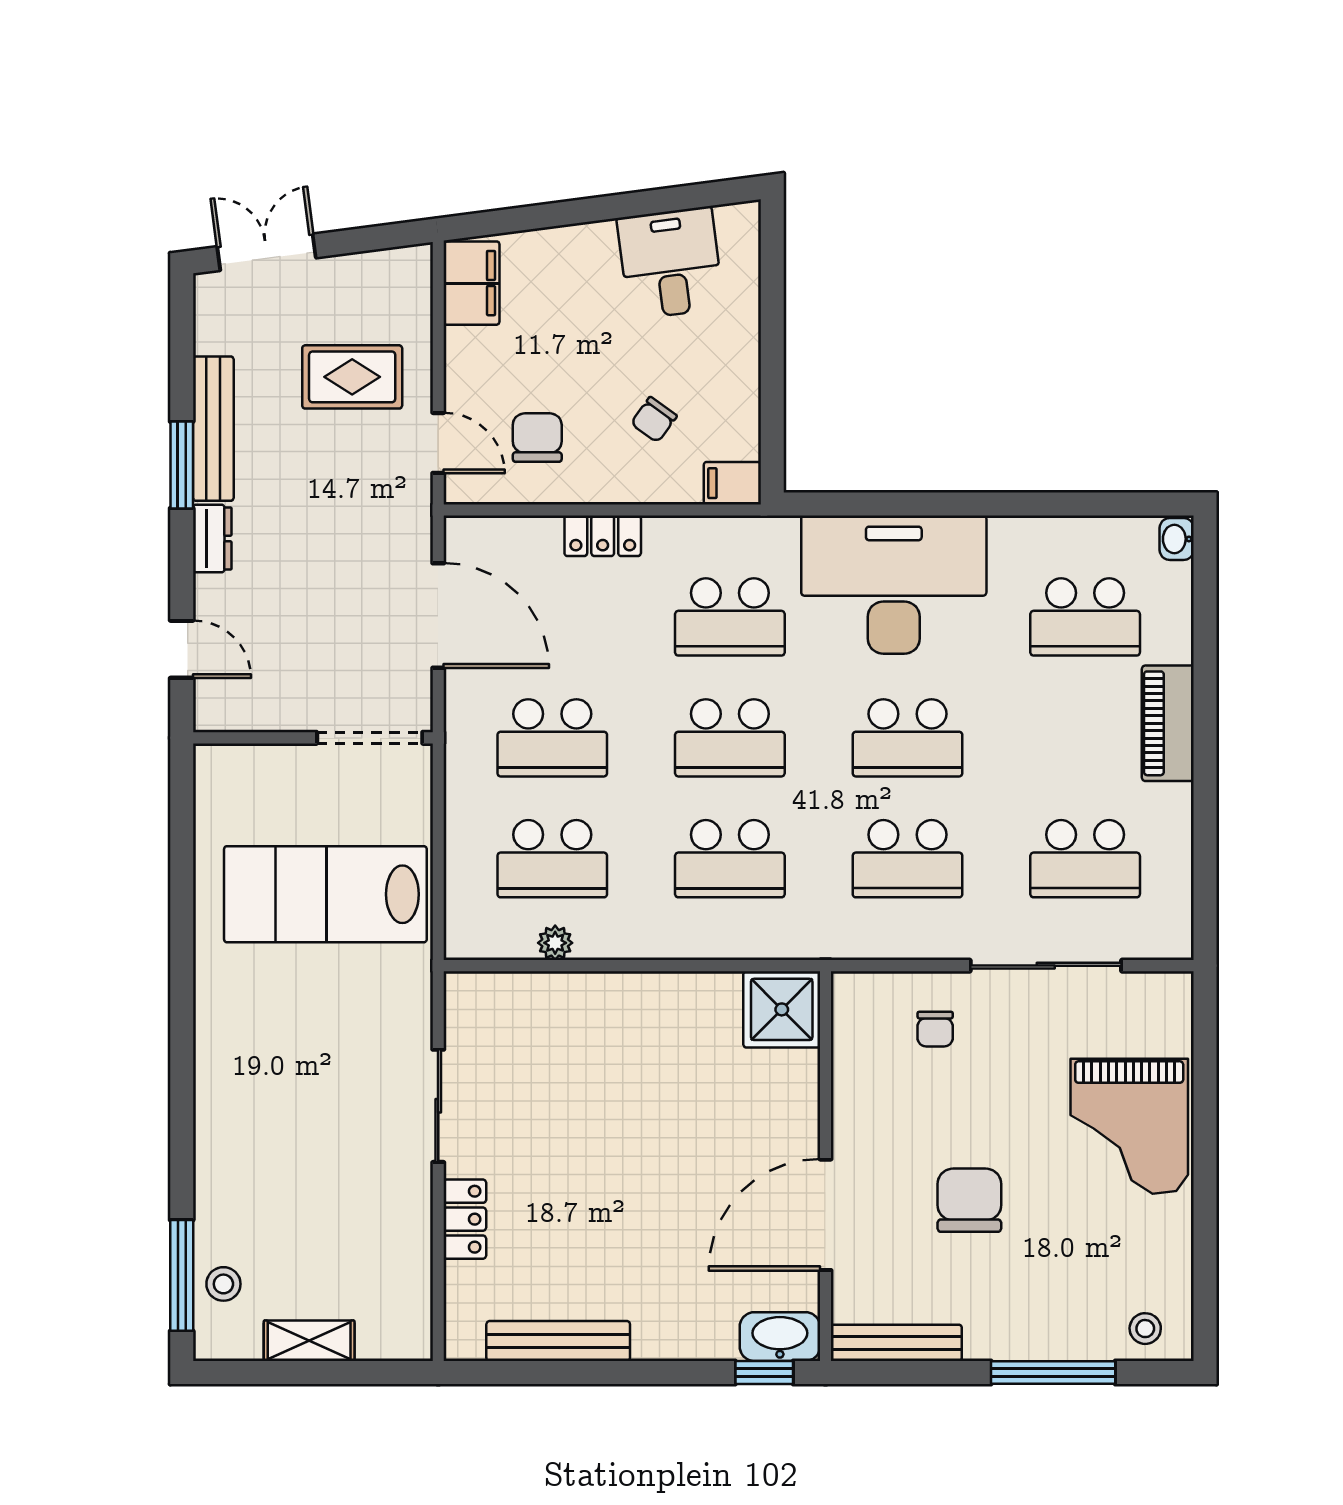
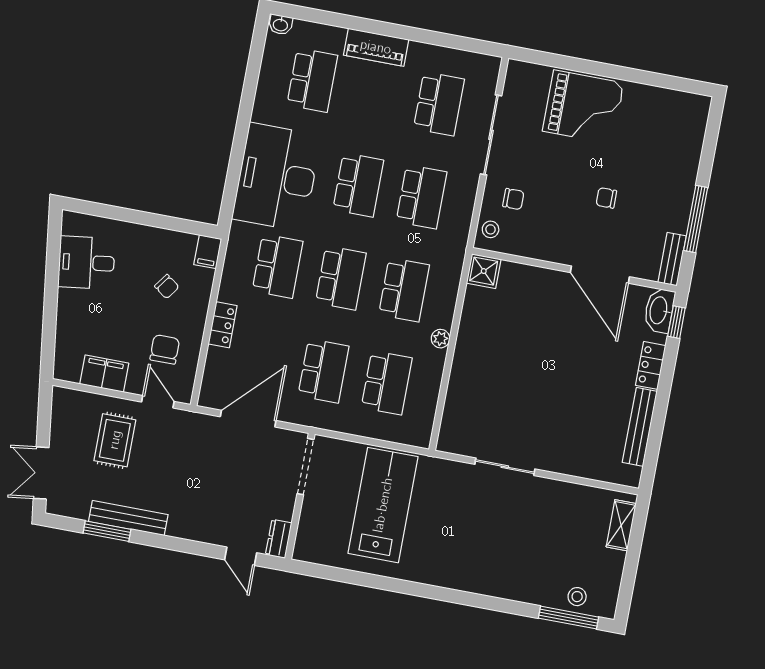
filing cabinet: (472, 283) -> (104, 374), moved
chair: (537, 438) -> (165, 349), turned 90
door: (438, 443) -> (158, 402), hinge flipped
window: (182, 465) -> (107, 531), moved
dresser: (212, 539) -> (279, 539), moved, turned -90
door: (182, 649) -> (241, 556), swing flipped
lab bench: (325, 894) -> (383, 505), turned 180
plant: (555, 943) -> (441, 339), moved
shower: (782, 1009) -> (484, 271), width x0.73, depth x0.73
chair: (969, 1200) -> (606, 198), width x0.54, depth x0.54
locker: (465, 1219) -> (651, 365), moved, turned -90
stool: (1145, 1329) -> (491, 229), moved
shelving: (309, 1341) -> (621, 525), moved
bench: (896, 1343) -> (672, 259), width x0.73
window: (1053, 1372) -> (696, 219), moved

